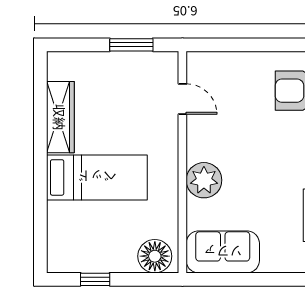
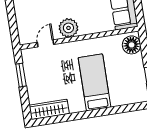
wardrobe: (60, 117) -> (49, 109), moved
plant: (204, 180) -> (68, 28), moved

